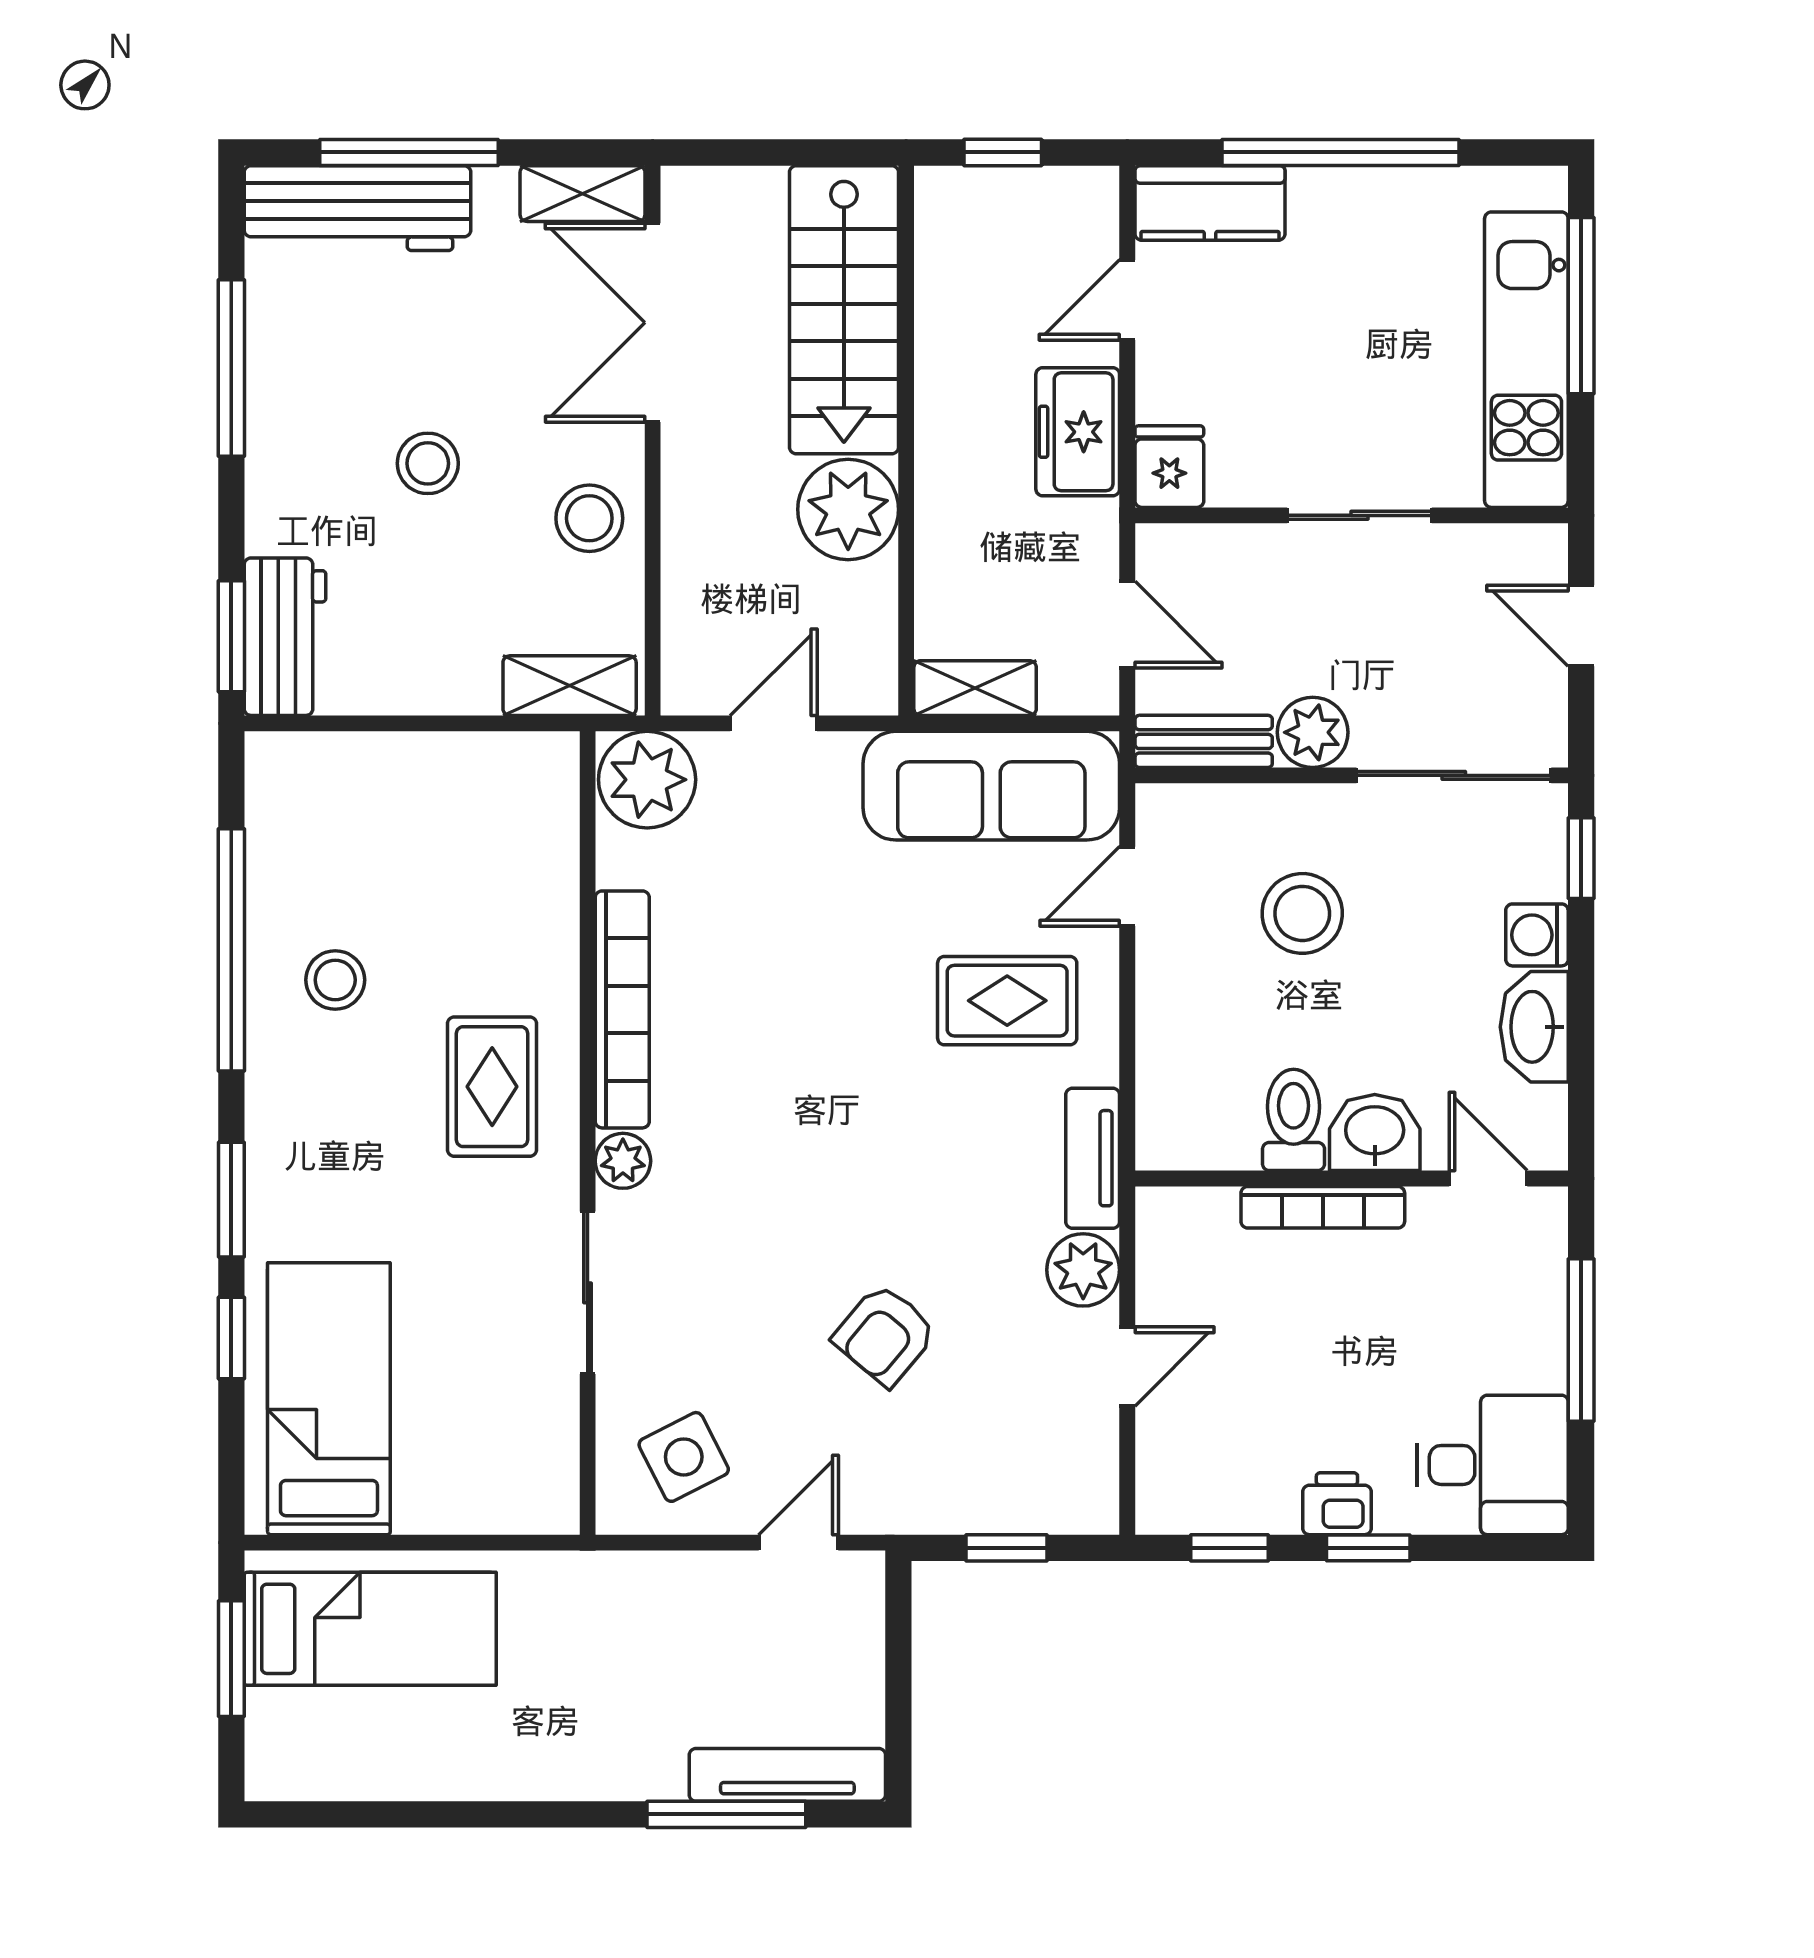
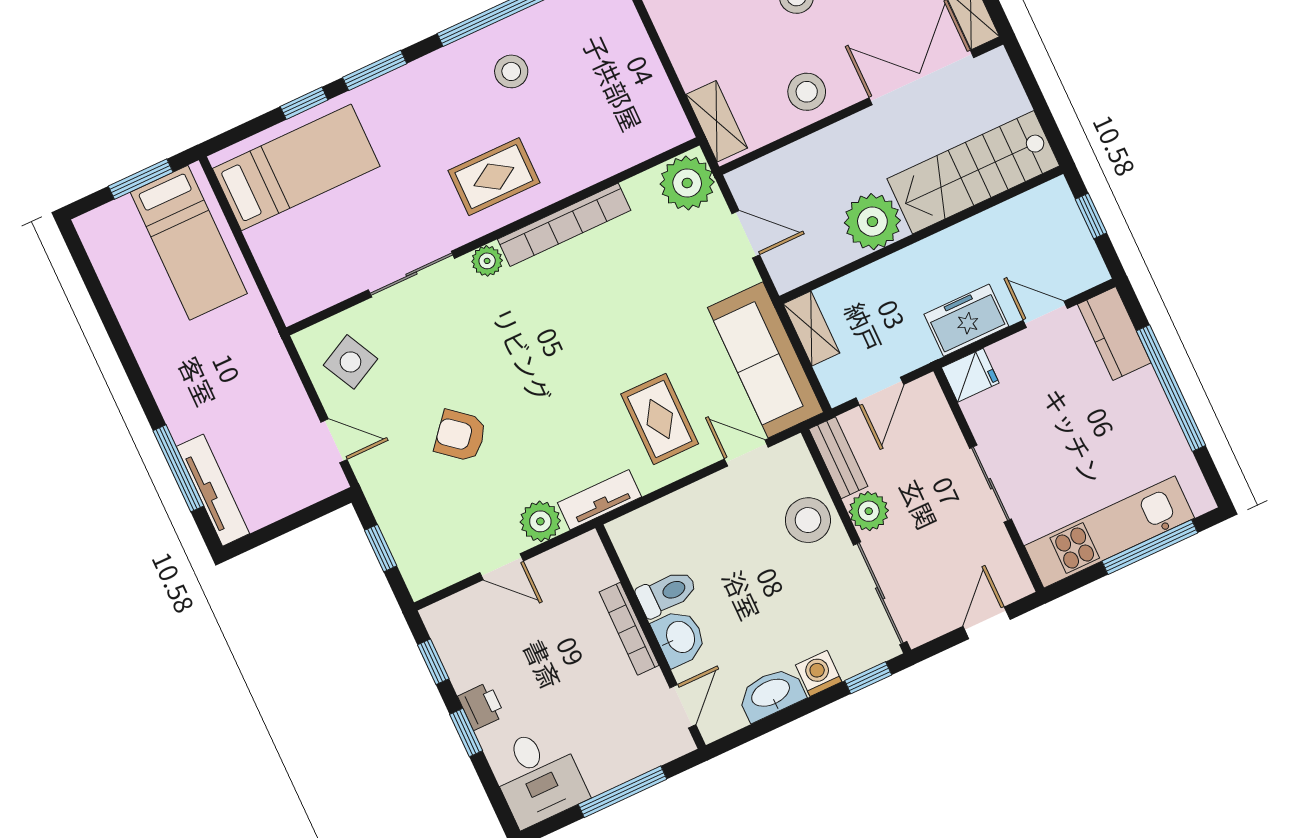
stool: (1302, 913) -> (808, 520), moved

